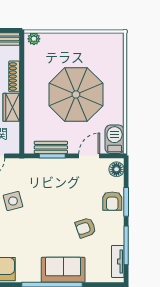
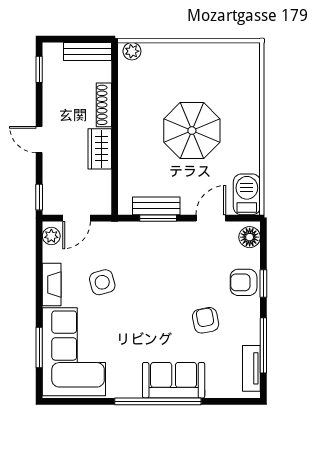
parasol: (76, 94) -> (192, 131), width x0.73, depth x0.73
armchair: (112, 201) -> (244, 282), turned 90
window: (126, 202) -> (263, 283), width x0.67
armchair: (86, 228) -> (206, 320), turned 98

